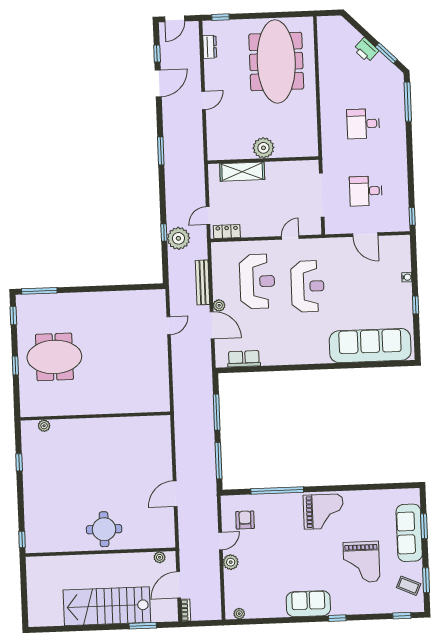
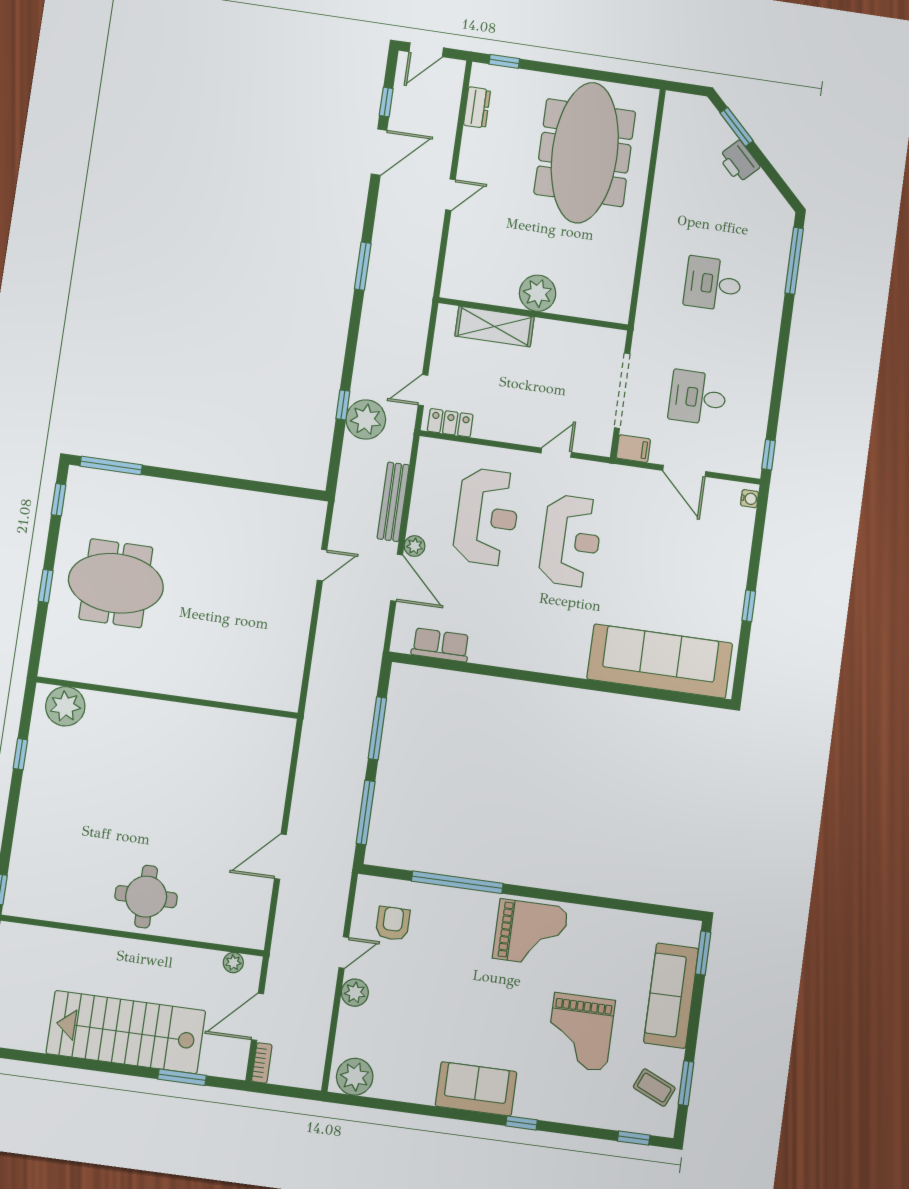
window: (386, 53) -> (737, 127), moved
filing cabinet: (334, 227) -> (633, 449), added
water cooler: (407, 277) -> (749, 499), moved
plant: (44, 426) -> (65, 706), width x1.88, depth x1.88
window: (424, 526) -> (703, 953), moved
plant: (239, 614) -> (355, 1077), width x1.88, depth x1.88

